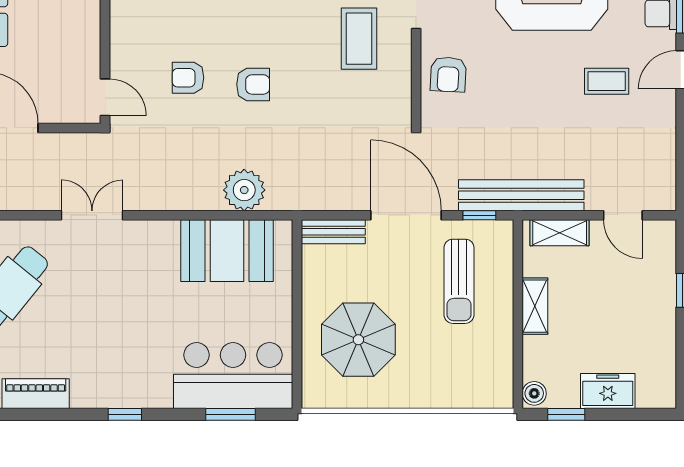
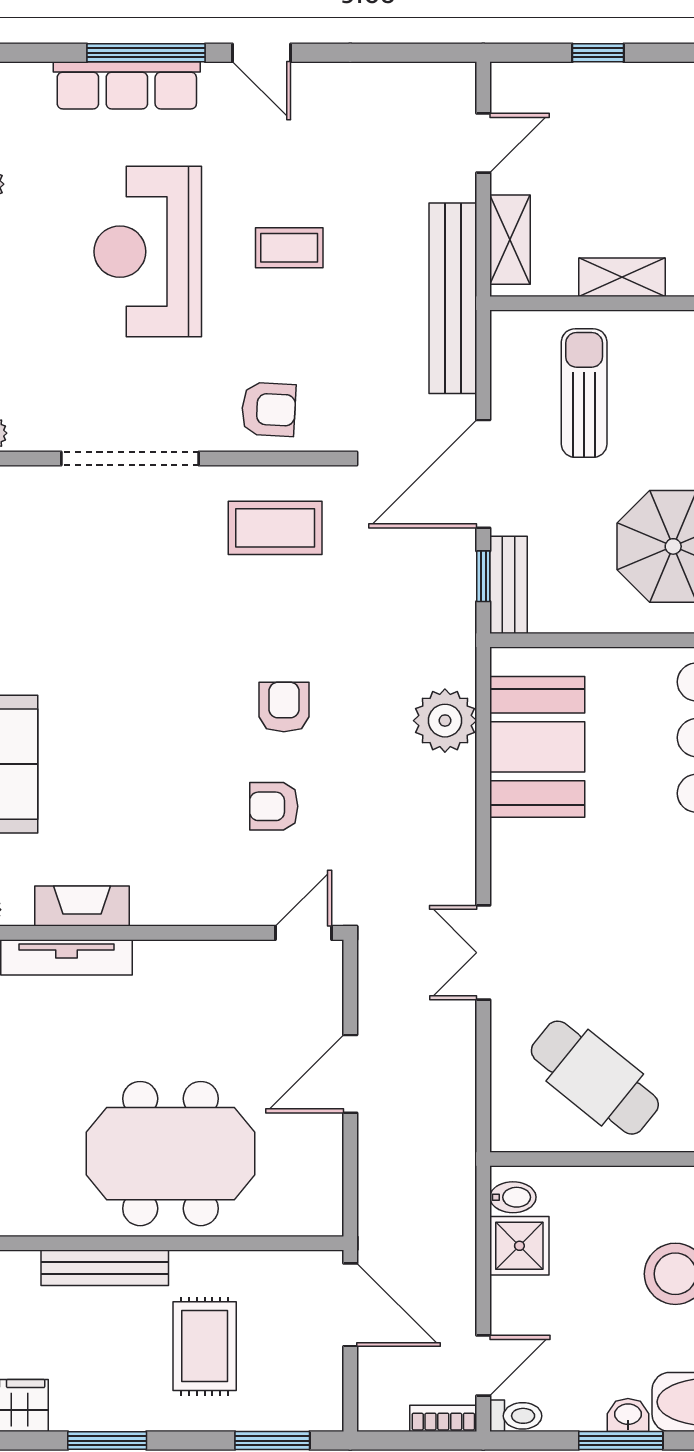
coffee table: (359, 39) -> (275, 528), moved
armchair: (188, 78) -> (274, 806), turned 90
coffee table: (607, 81) -> (289, 248), moved, turned 90
window: (479, 215) -> (483, 576), moved
sun lounger: (459, 281) -> (584, 393), turned -90

